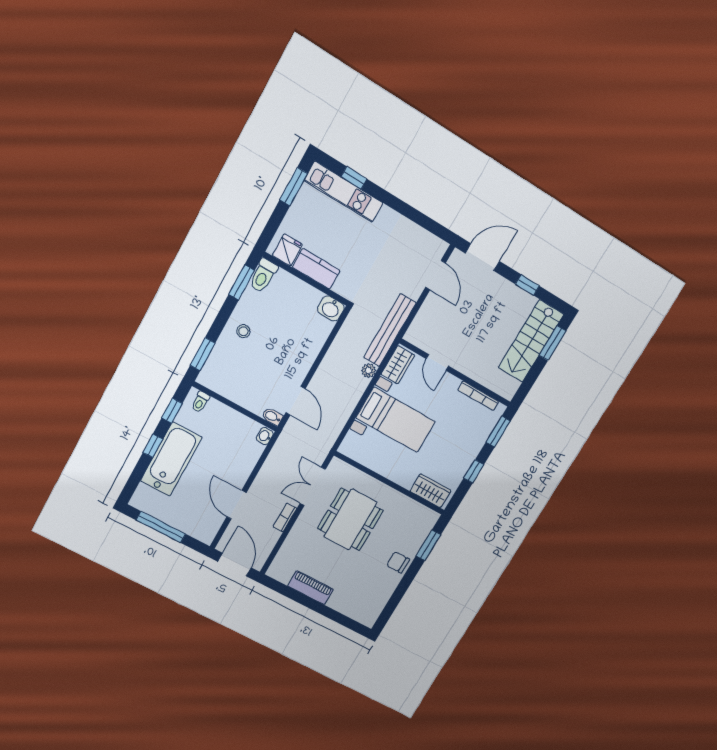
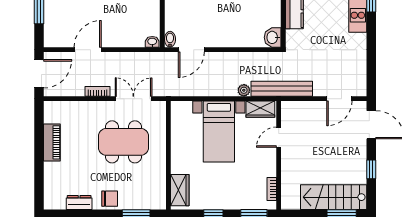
bookcase: (478, 396) -> (272, 189), width x0.64
chair: (398, 562) -> (110, 199), turned 90
dresser: (384, 593) -> (79, 202), added

